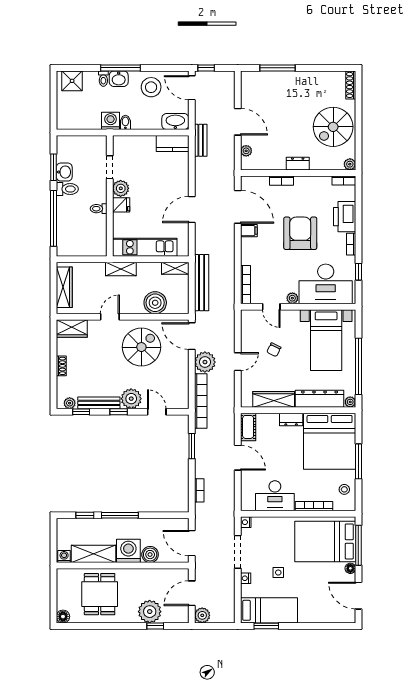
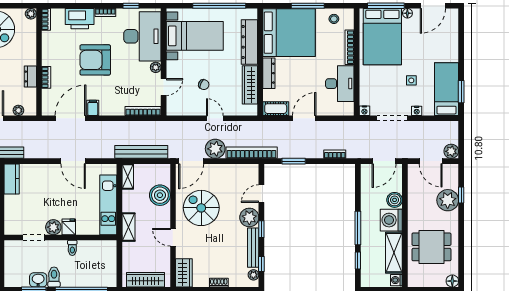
dresser: (298, 164) -> (30, 77), moved
plant: (350, 402) -> (252, 13), removed
dresser: (291, 420) -> (269, 73), width x1.44

